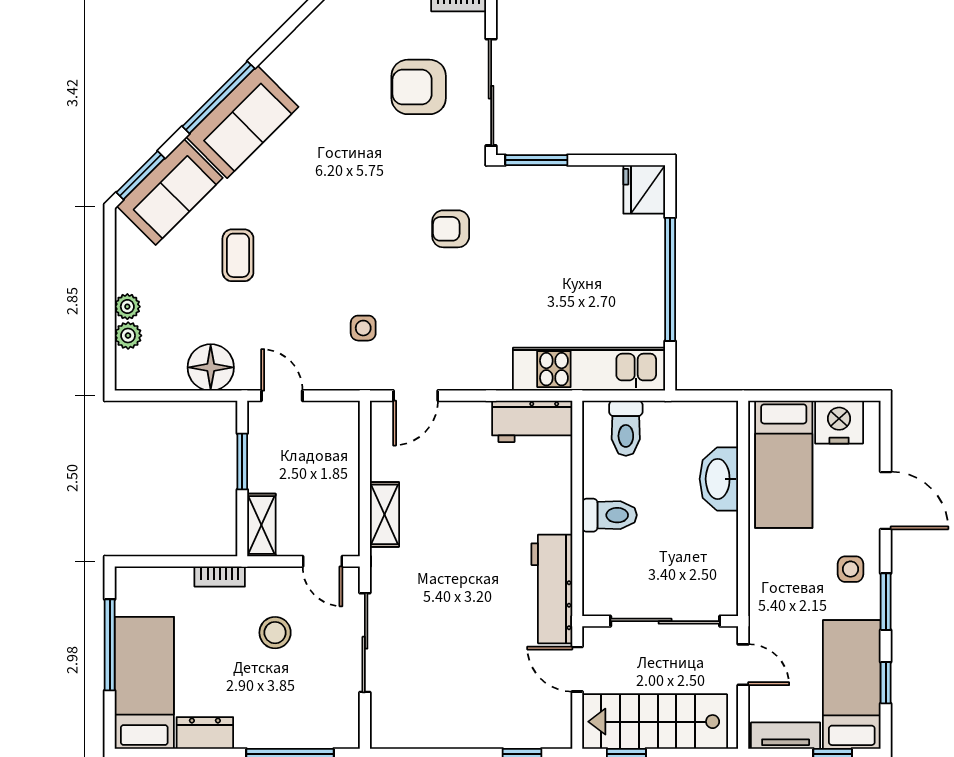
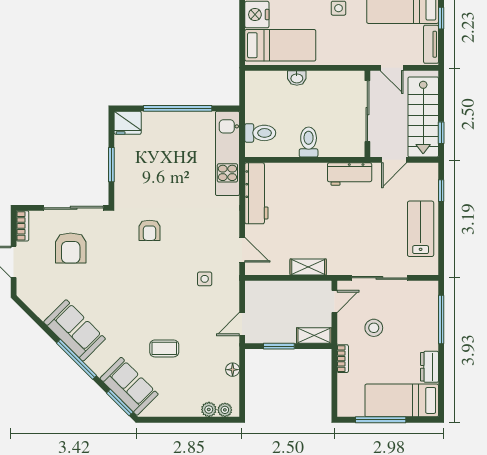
sofa: (242, 122) -> (75, 330), moved
window: (536, 160) -> (111, 165), moved
plant: (127, 307) -> (225, 410), moved
floor lamp: (211, 367) -> (233, 370), width x0.53, depth x0.53
workbench: (532, 421) -> (256, 193), width x1.38
washbasin: (719, 479) -> (297, 78), width x0.52, depth x0.69
workbench: (552, 589) -> (350, 174), width x0.73
door: (743, 665) -> (392, 68), swing flipped
lab bench: (453, 717) -> (421, 229), added

